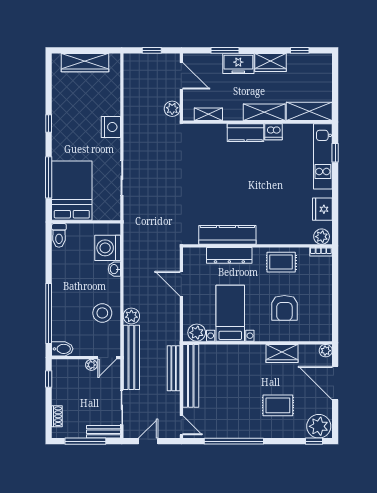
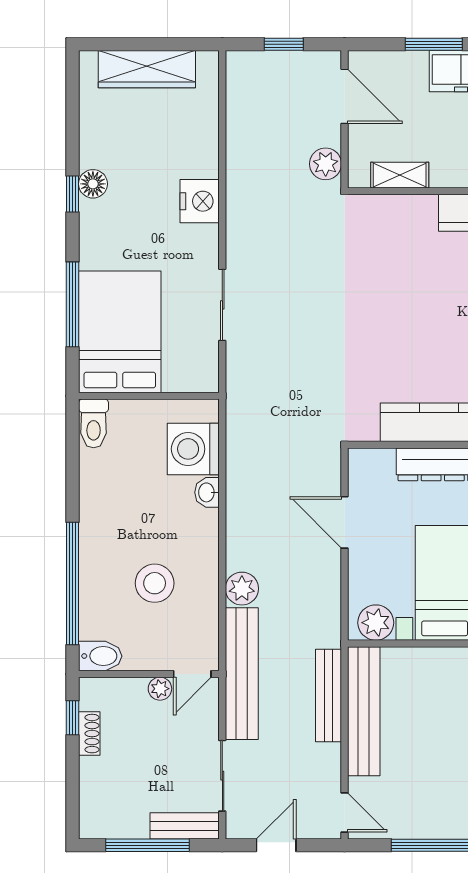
floor lamp: (59, 119) -> (93, 184), added
stool: (102, 313) -> (155, 583), moved
shoe rack: (57, 416) -> (89, 734), moved

